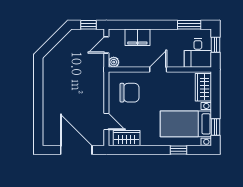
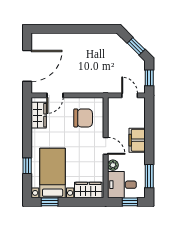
filing cabinet: (137, 37) -> (137, 140), moved
window: (56, 38) -> (136, 46), added
plant: (114, 62) -> (113, 165), moved
chair: (130, 93) -> (83, 118), turned -90

